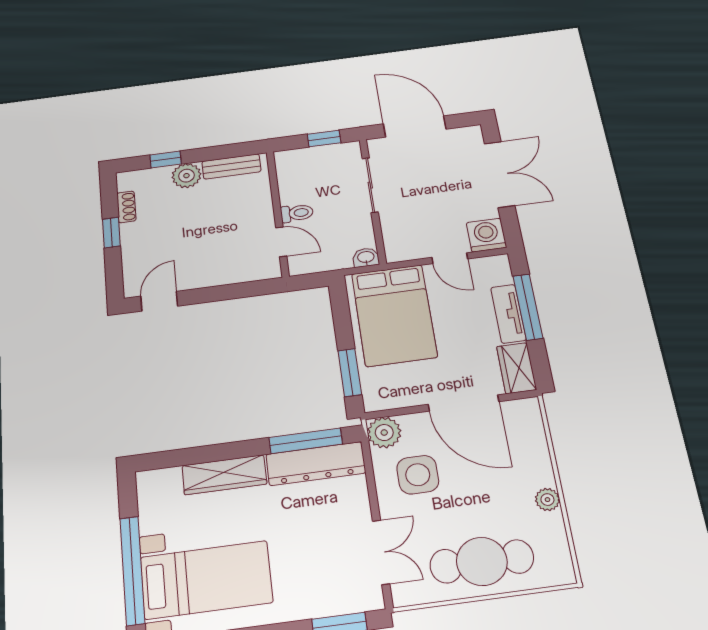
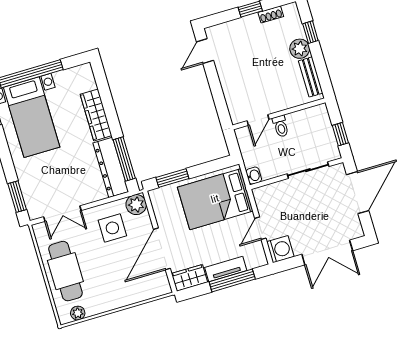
door: (159, 301) -> (205, 51), swing flipped
plant: (547, 500) -> (78, 313), moved

